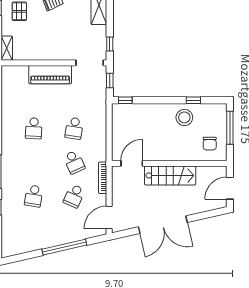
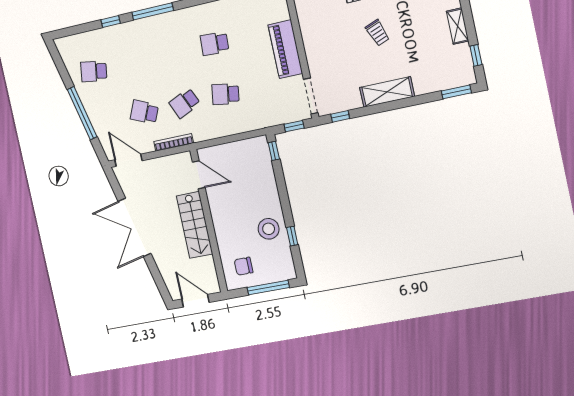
school desk: (34, 196) -> (94, 71), moved

